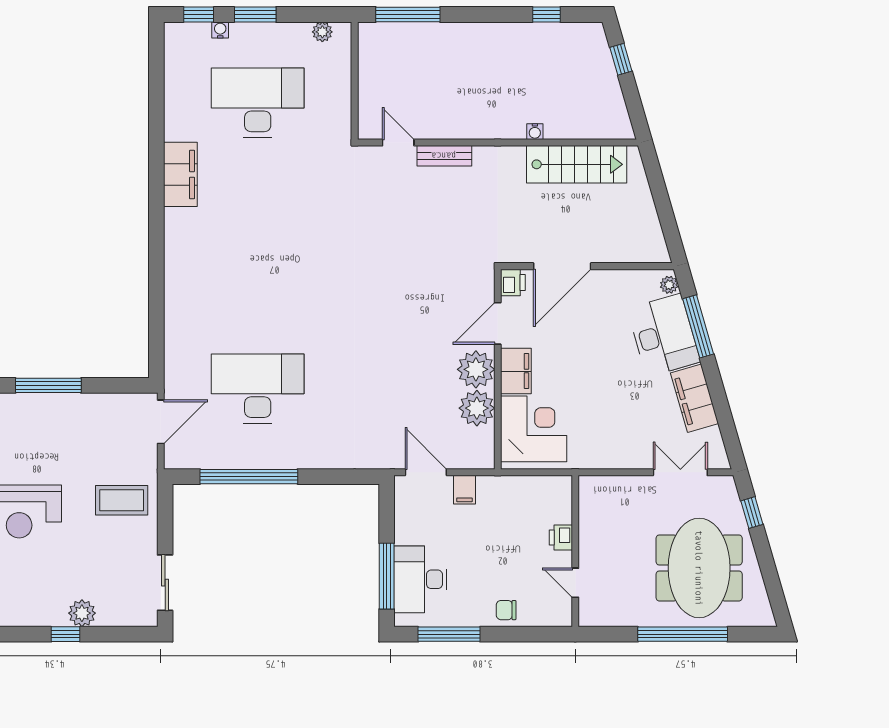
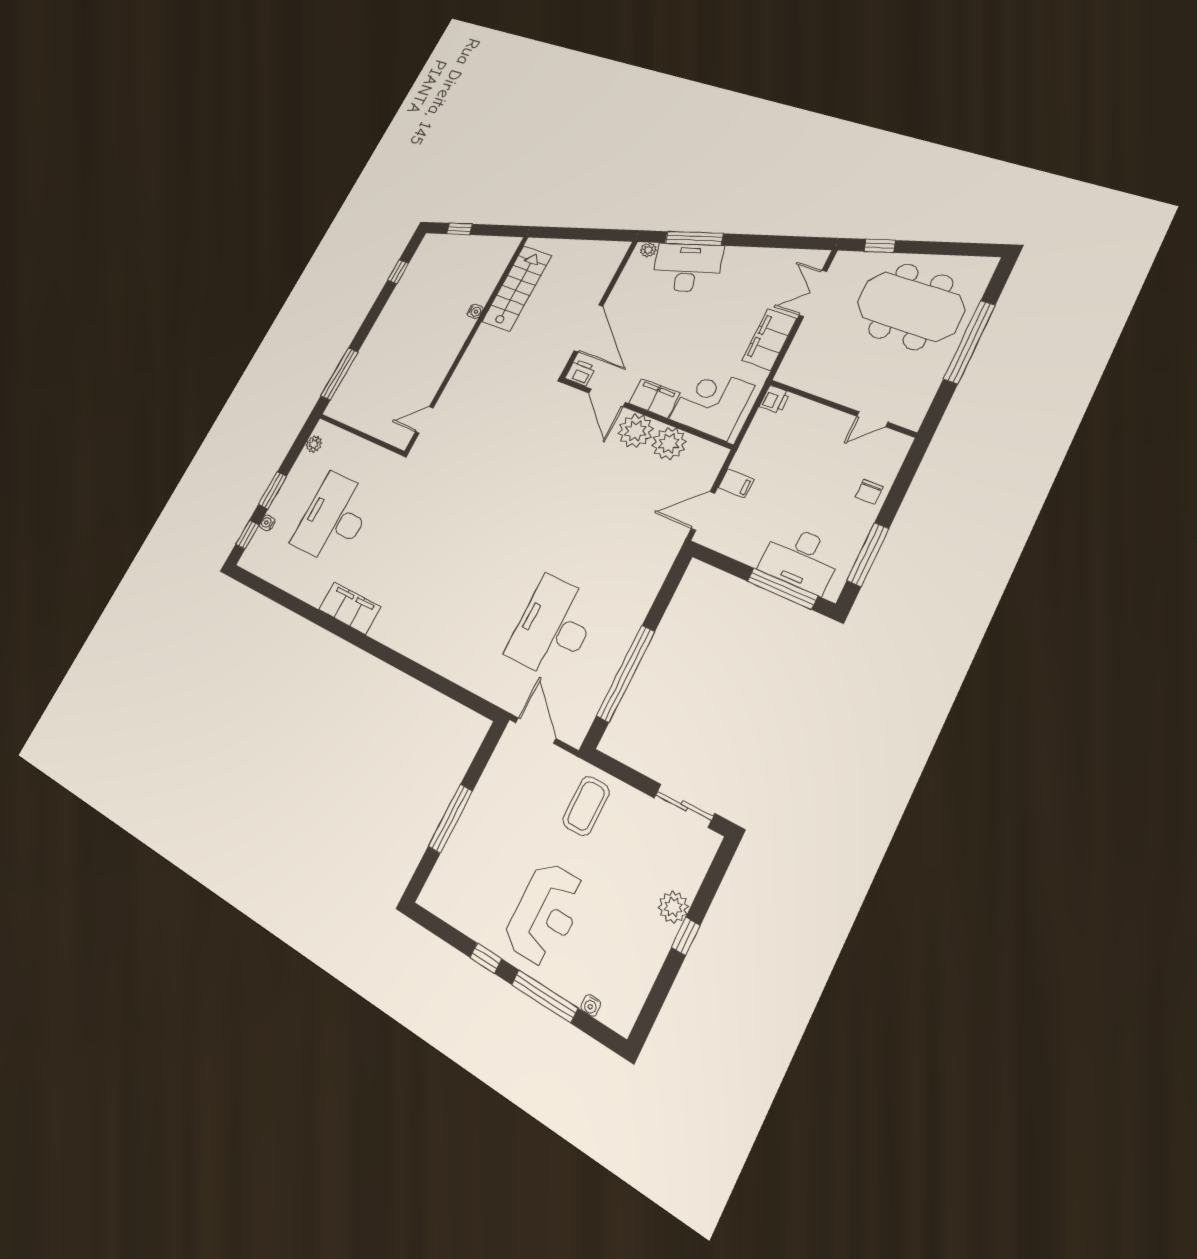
bench: (444, 156) -> (454, 388), removed
filing cabinet: (695, 398) -> (769, 339), moved, turned 106
printer: (561, 537) -> (775, 399), moved, turned -90

